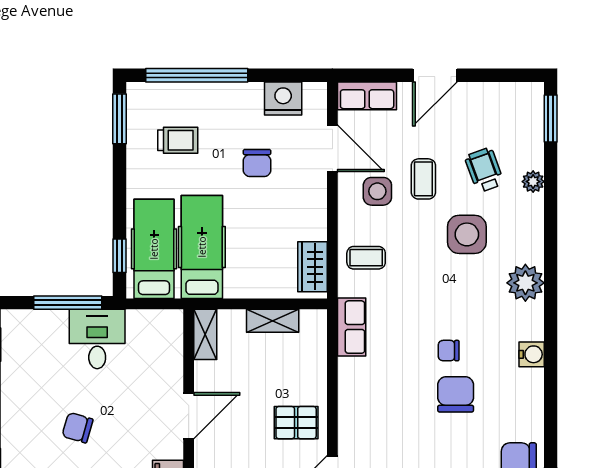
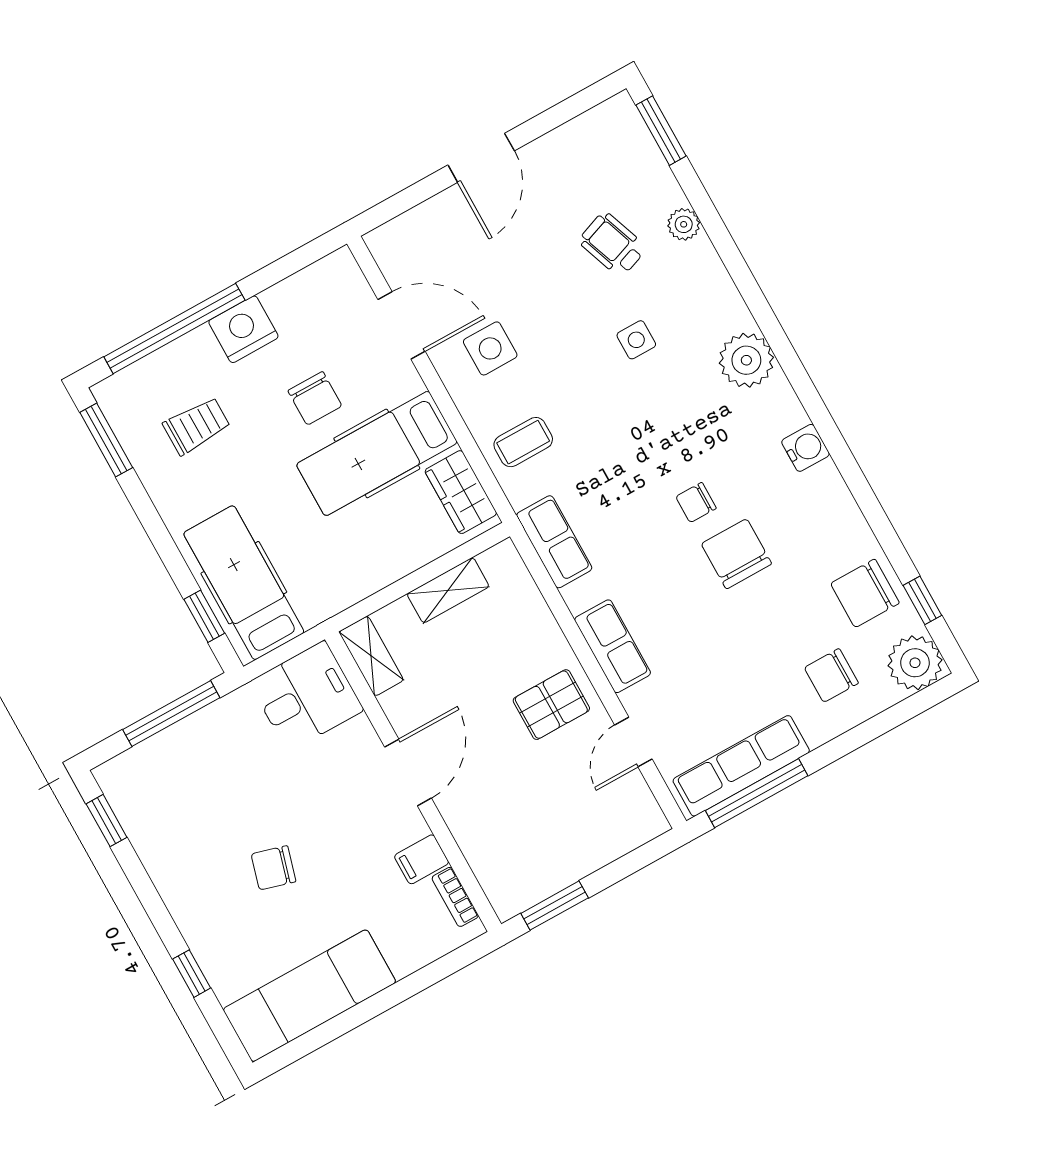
row of seats: (367, 96) -> (613, 646), moved, turned -90
nightstand: (283, 98) -> (243, 329), moved
coffee table: (423, 179) -> (540, 300), removed
side table: (467, 234) -> (636, 340), width x0.54, depth x0.54
hospital bed: (202, 247) -> (377, 453), moved, turned -90
desk: (97, 339) -> (306, 696), moved, turned 90

